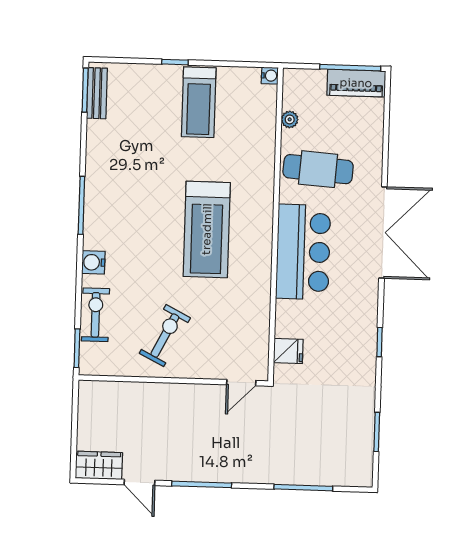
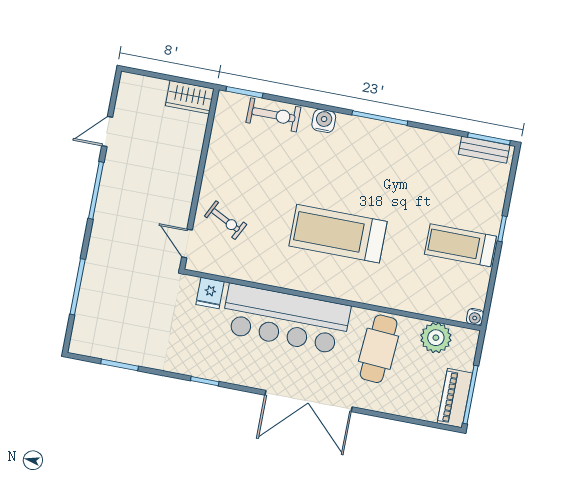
plant: (290, 119) -> (436, 338), width x1.87, depth x1.87
bar counter: (303, 252) -> (286, 319), width x1.36
exercise bike: (165, 336) -> (226, 220), moved, width x0.73, depth x0.72
wardrobe: (99, 465) -> (190, 97), moved, turned 90

